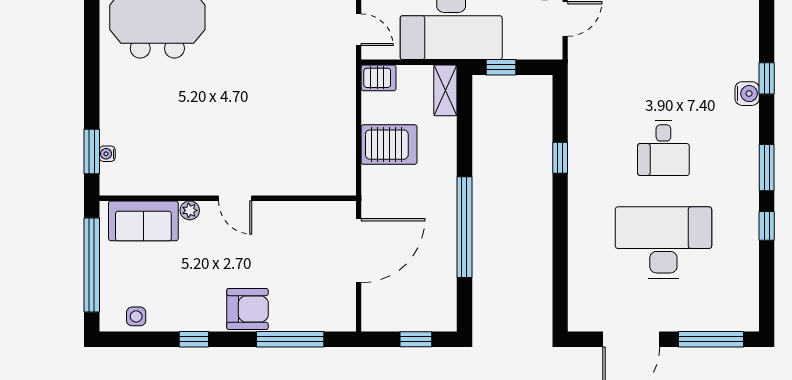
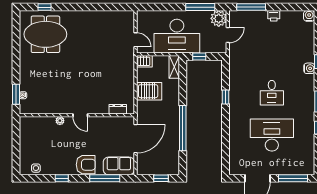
dresser: (319, 185) -> (118, 109), added
sofa: (143, 221) -> (119, 166), moved, turned 180
window: (92, 265) -> (16, 145), removed

